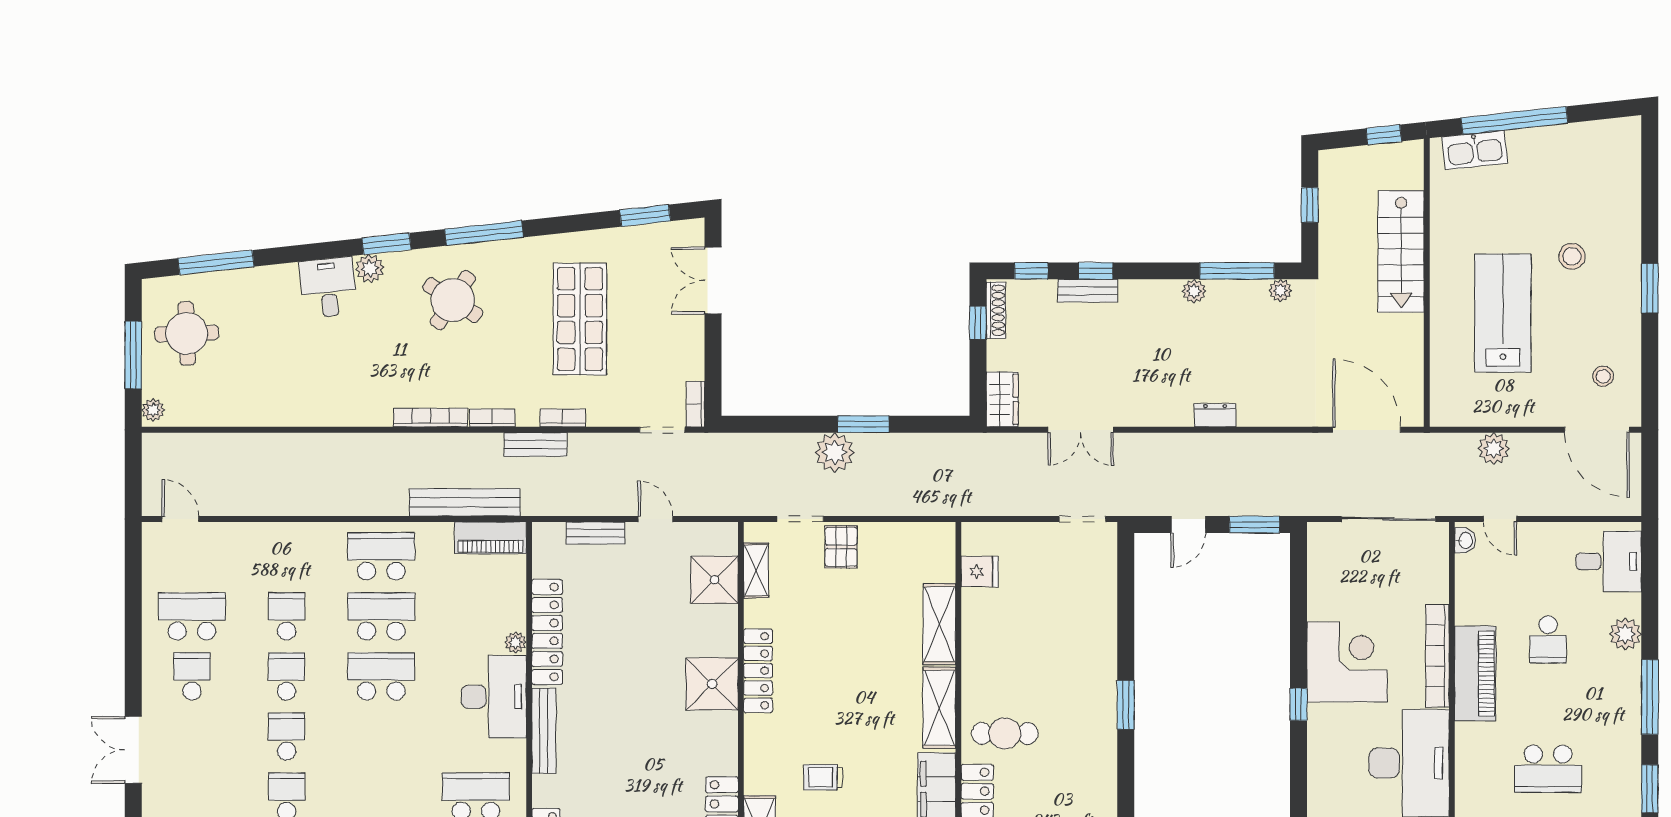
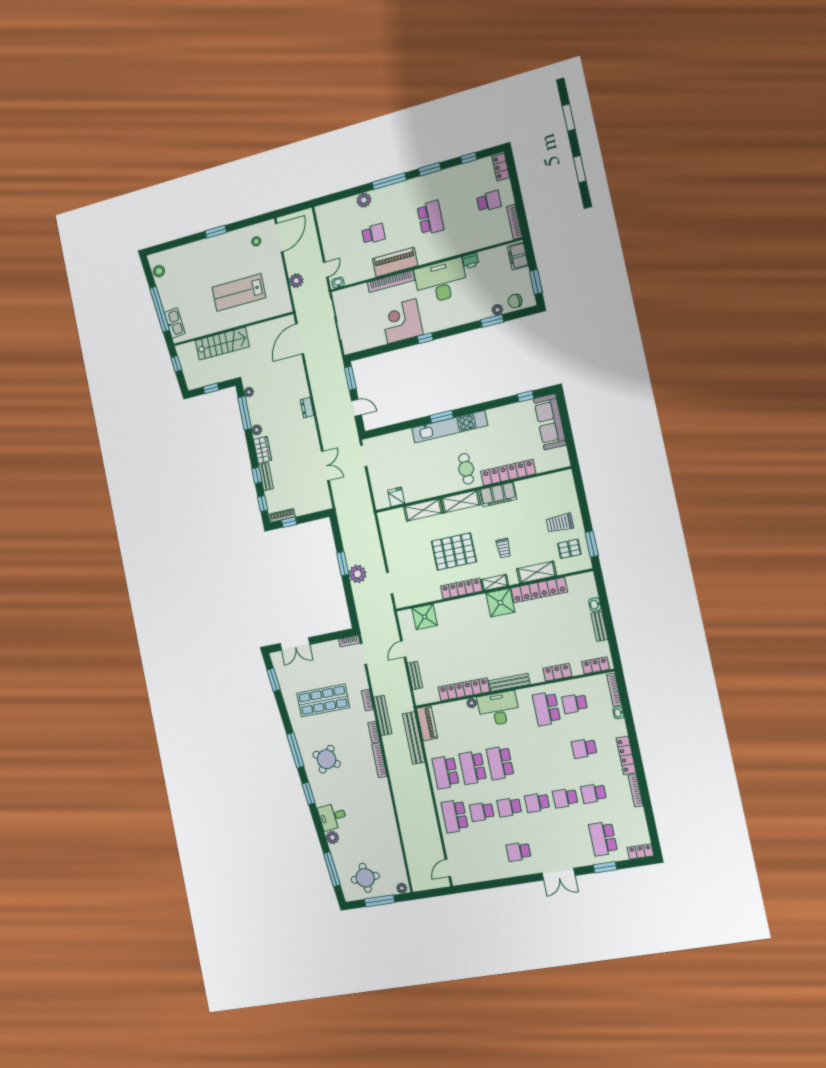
stool: (1572, 256) -> (159, 271), moved
plant: (370, 268) -> (332, 837), moved
wardrobe: (1002, 399) -> (263, 450), moved, turned 90
bench: (535, 444) -> (383, 715), width x1.36
pallet: (841, 547) -> (454, 551), moved, width x2.05, depth x2.00
desk: (1609, 561) -> (334, 216), removed
shelving: (756, 570) -> (495, 582), moved
school desk: (192, 616) -> (455, 816), moved
shower: (712, 684) -> (500, 603), moved
kitchen unit: (1101, 717) -> (450, 427), added

